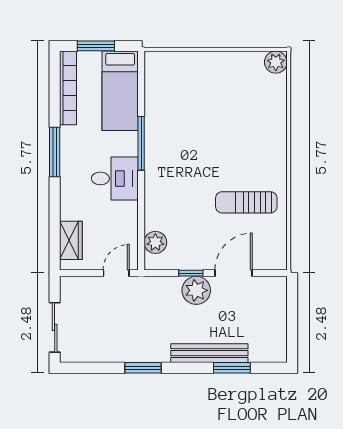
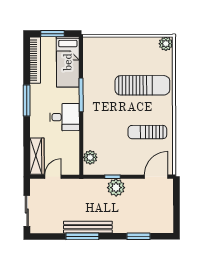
sun lounger: (238, 128) -> (142, 85), added
wardrobe: (71, 240) -> (37, 156), width x1.50
door: (116, 273) -> (53, 177), moved
door: (234, 273) -> (156, 177), moved
bench: (209, 353) -> (88, 227), moved
window: (143, 368) -> (82, 236), width x1.44

